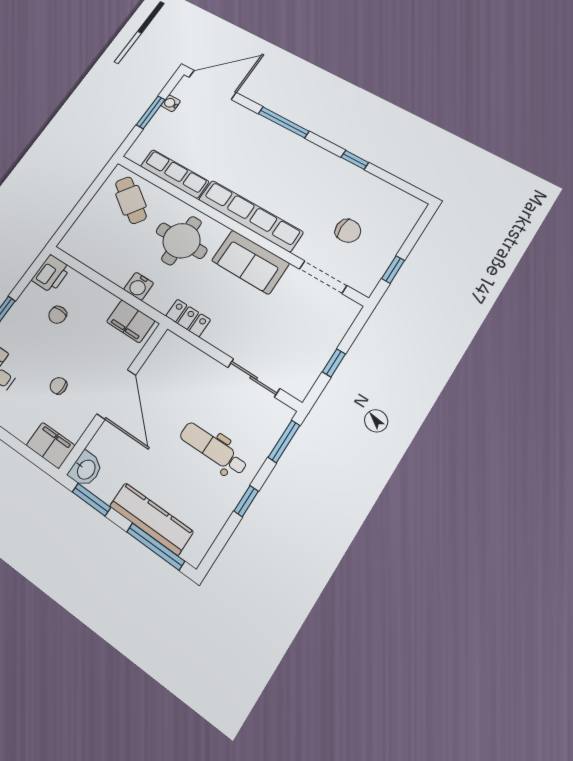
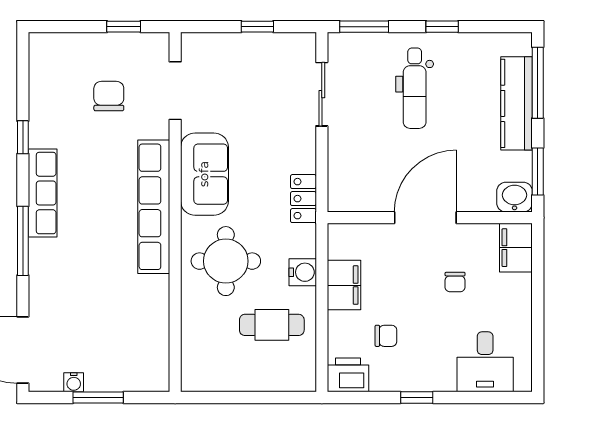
row of seats: (175, 174) -> (43, 193), moved, turned 180
cafe table: (131, 200) -> (272, 325), moved, turned 55
filing cabinet: (131, 321) -> (344, 285), moved

